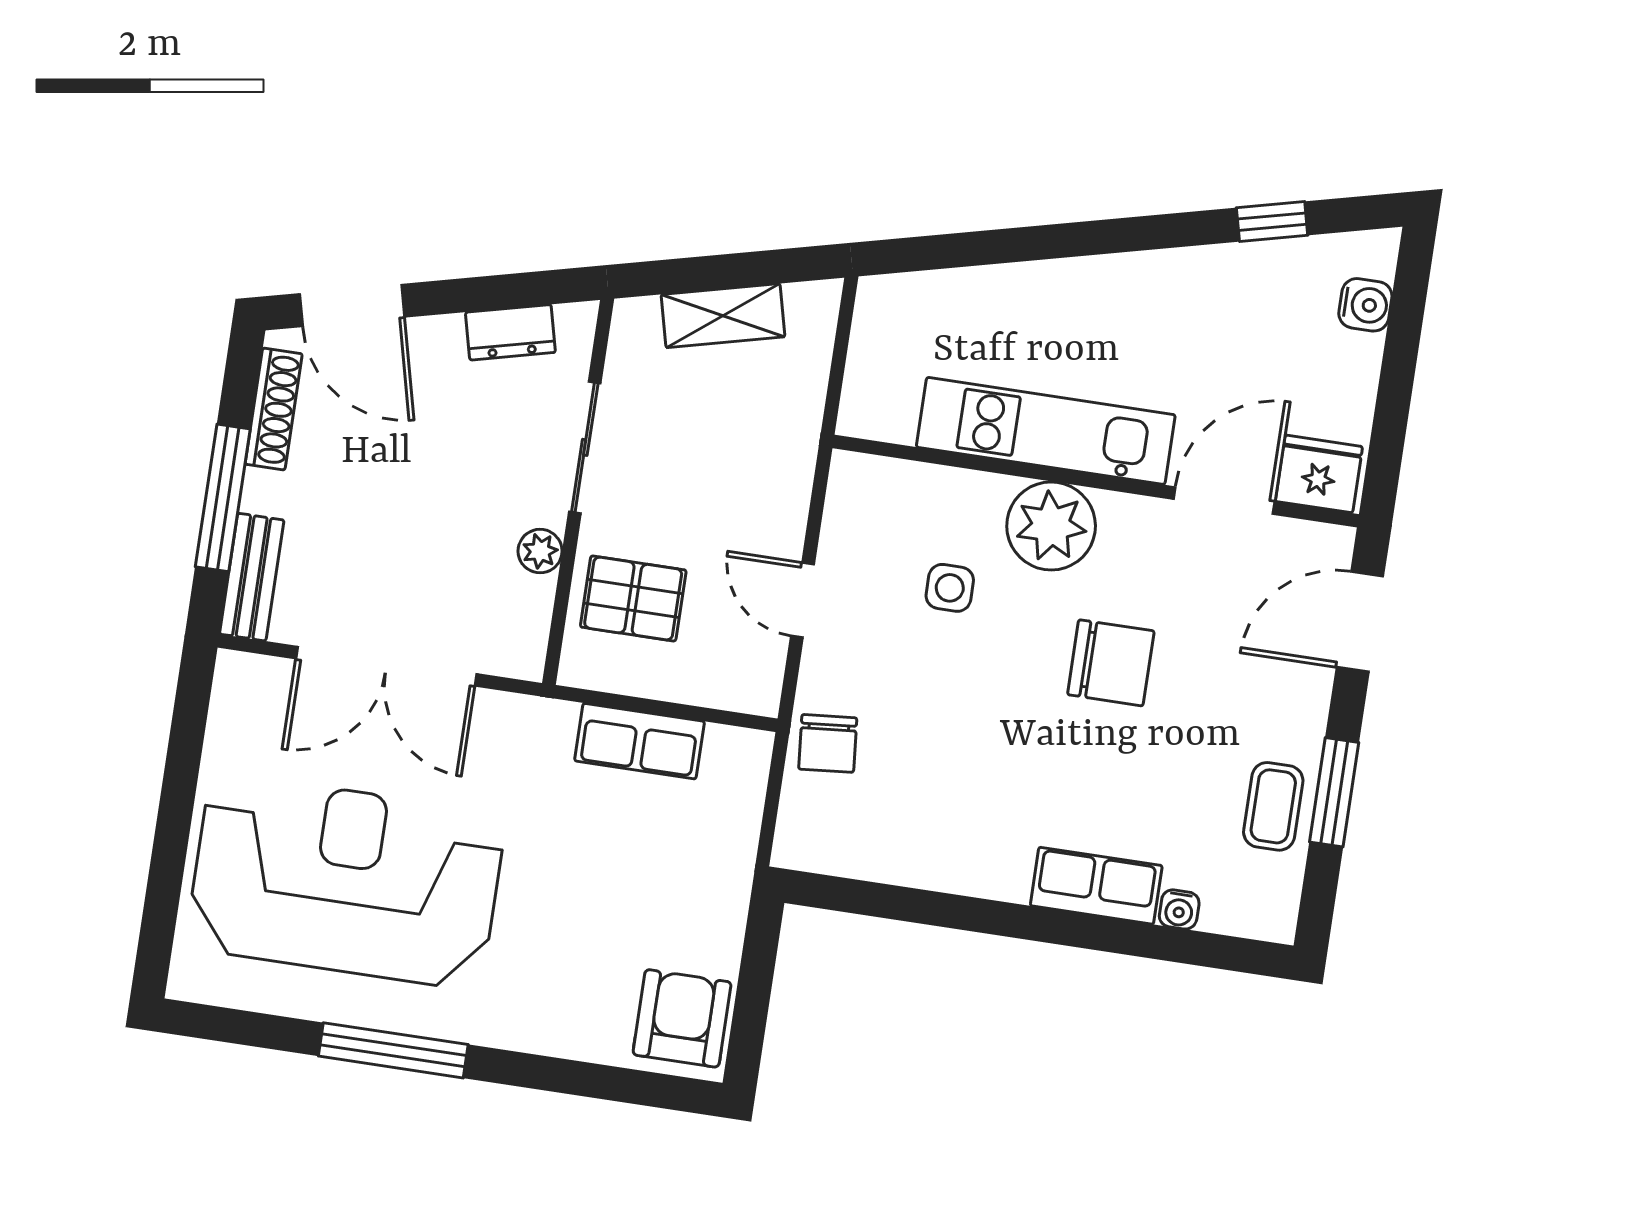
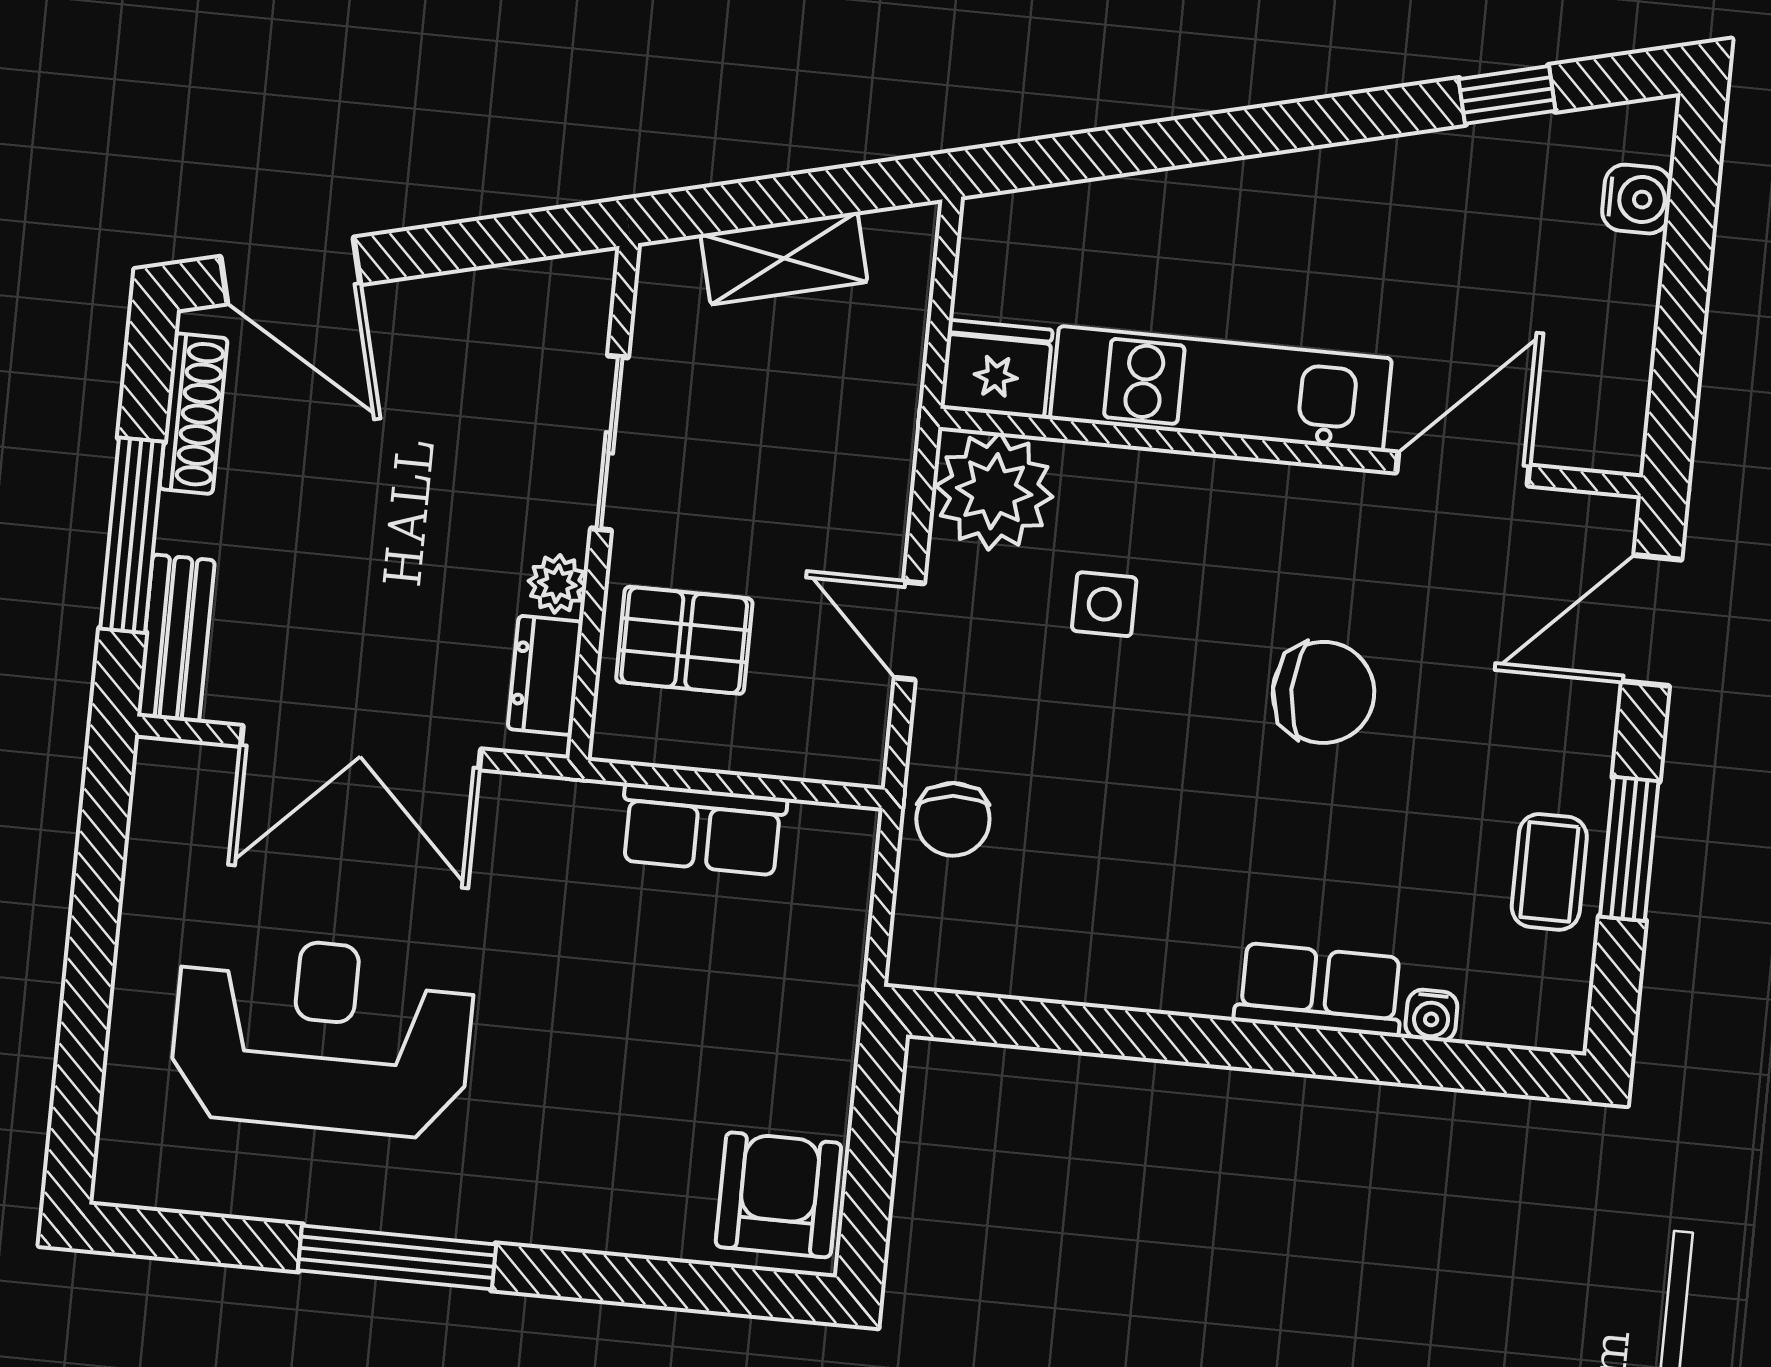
dresser: (510, 332) -> (545, 675), moved, turned 104
fridge: (1319, 474) -> (996, 369), moved
plant: (1051, 526) -> (994, 491), moved
reception desk: (346, 881) -> (322, 1036), width x0.74, depth x0.77

